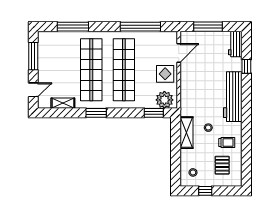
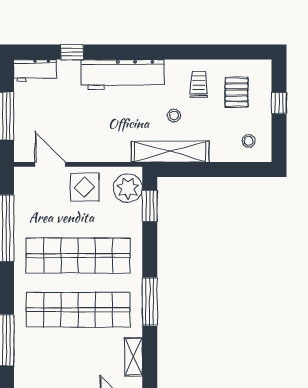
window: (96, 113) -> (150, 302), width x1.44
shelving: (186, 133) -> (170, 152), width x1.47
pallet: (222, 165) -> (237, 92), turned 90
window: (205, 191) -> (279, 103), moved

